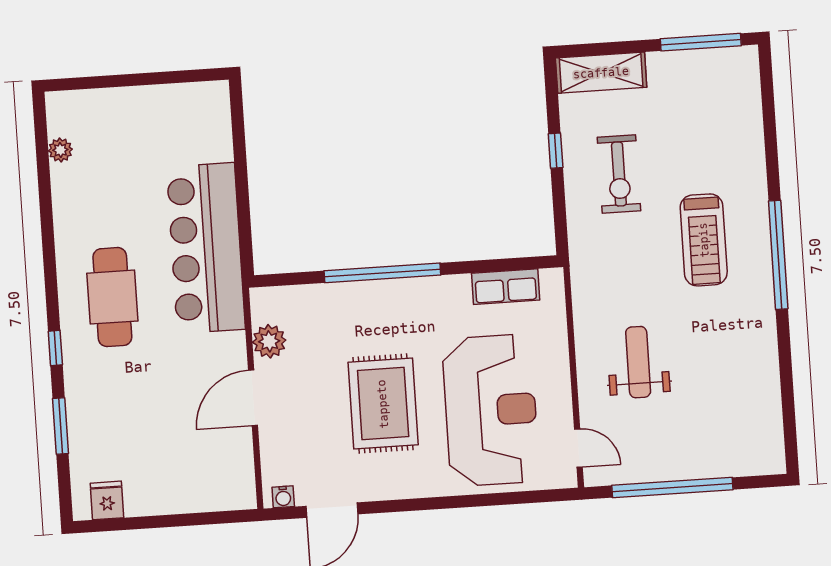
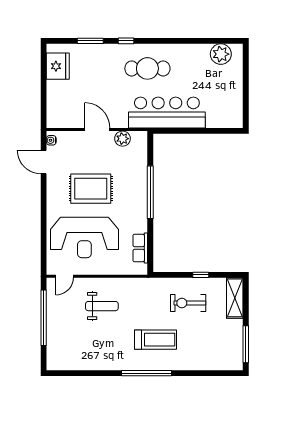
plant: (60, 150) -> (221, 54), width x1.88, depth x1.88
treadmill: (704, 240) -> (156, 340), turned 180
fridge: (107, 500) -> (58, 66), width x1.88, depth x1.34

